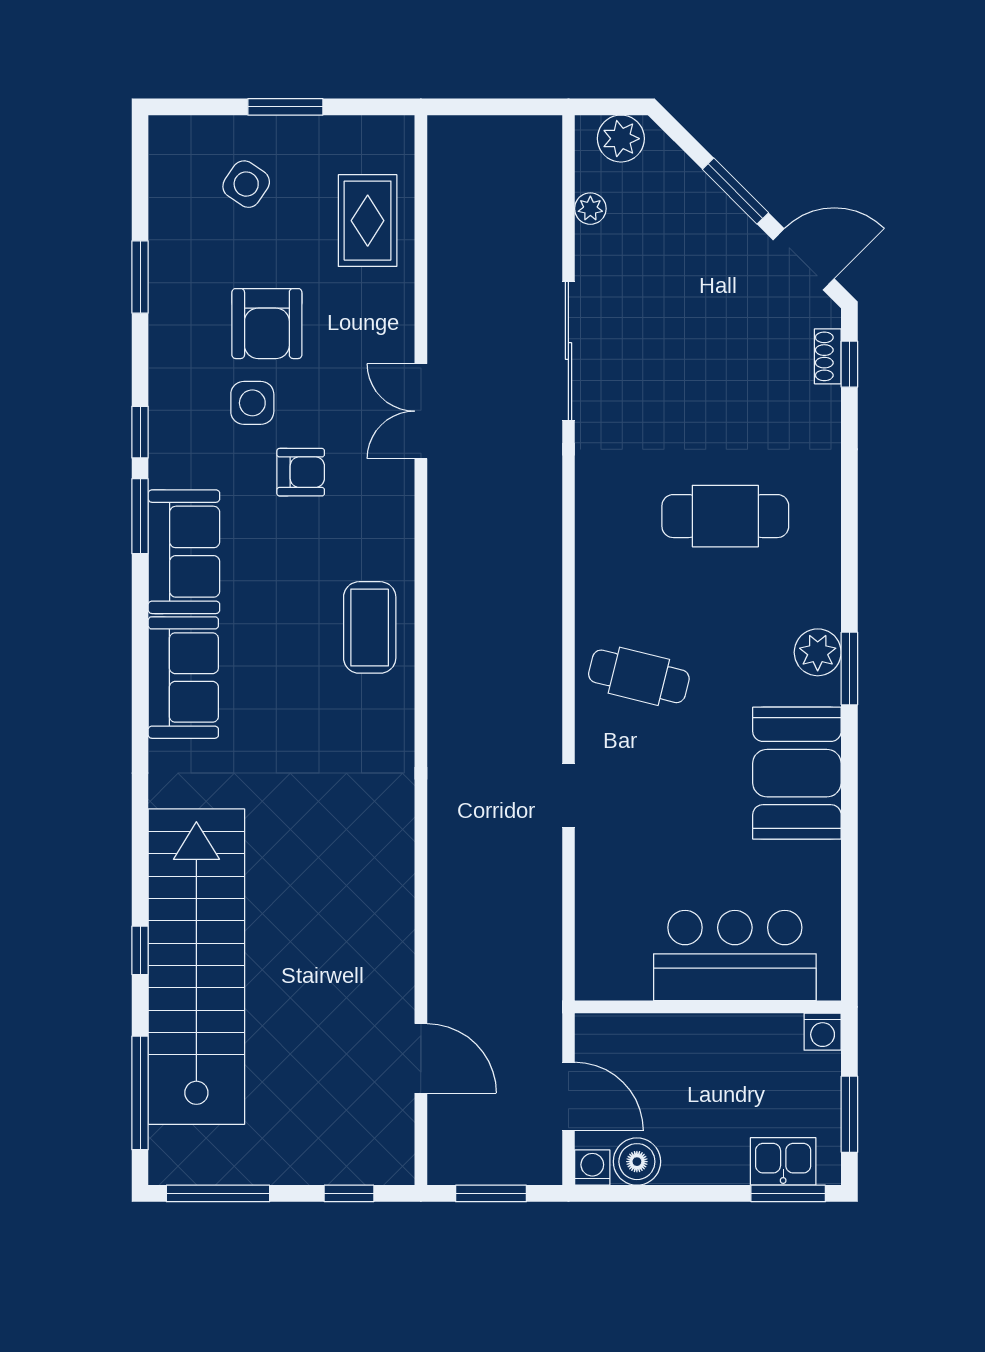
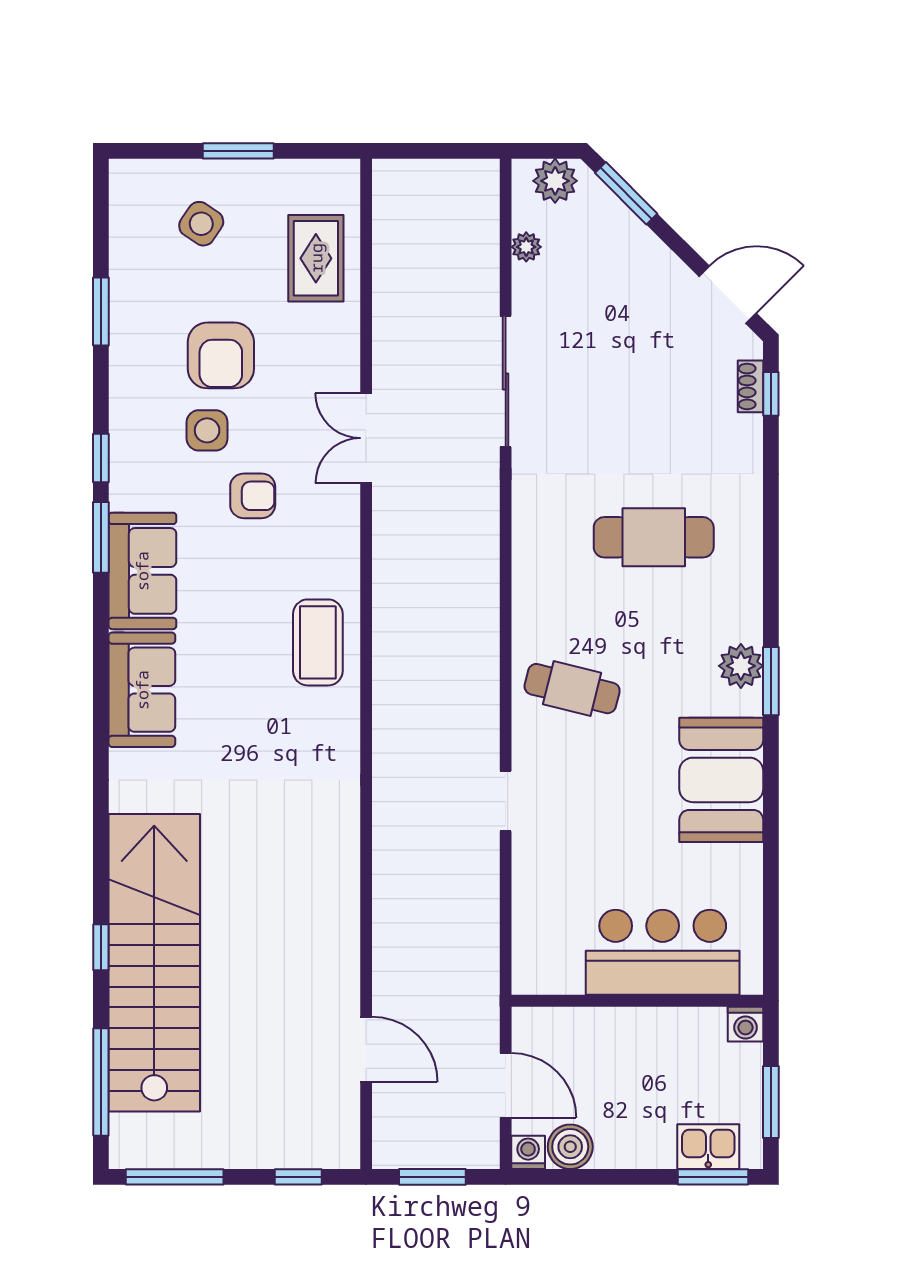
window: (735, 191) -> (626, 193), moved

